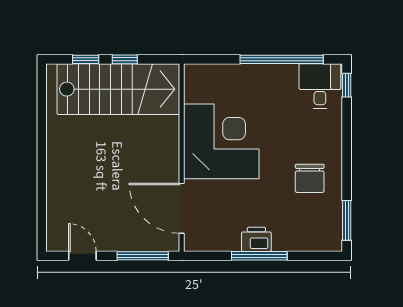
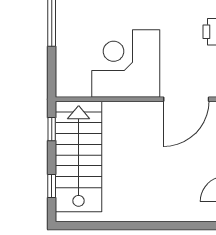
window: (125, 59) -> (52, 129), moved

